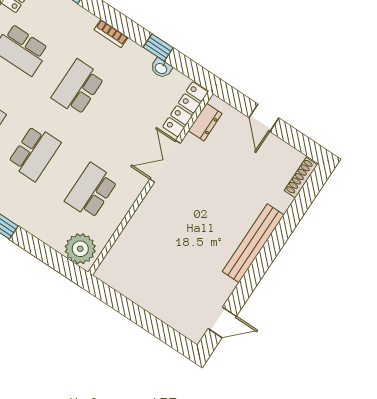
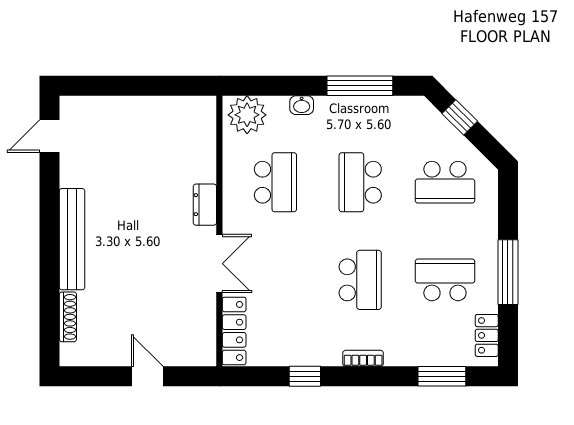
washbasin: (161, 68) -> (302, 105), moved, turned 180
dresser: (205, 122) -> (205, 205), moved
shoe rack: (301, 178) -> (68, 317), moved

